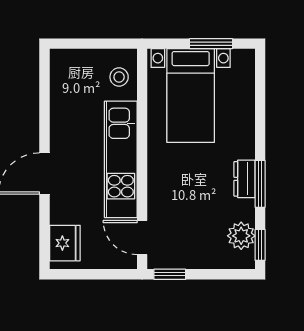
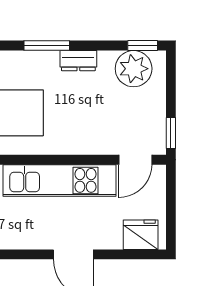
window: (260, 184) -> (47, 46), moved
plant: (241, 236) -> (134, 69), width x1.36, depth x1.36

